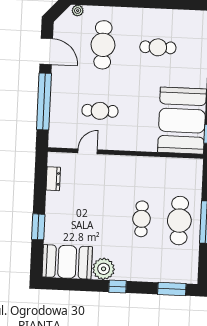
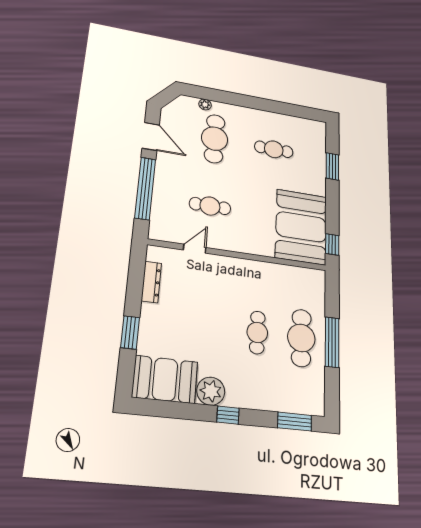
plant: (78, 11) -> (205, 105), moved
dresser: (53, 179) -> (151, 282), width x1.44

